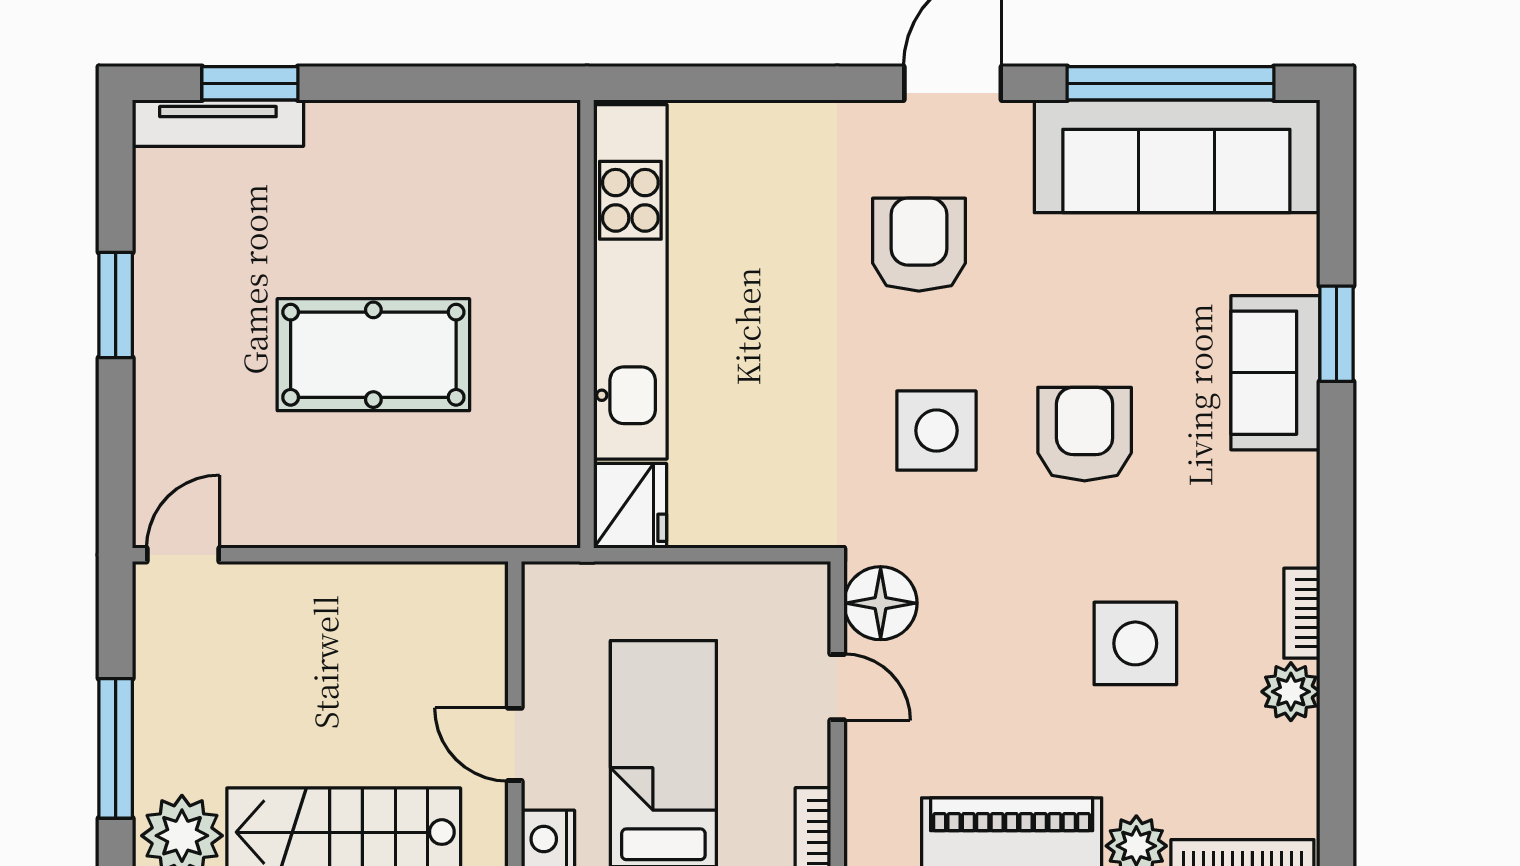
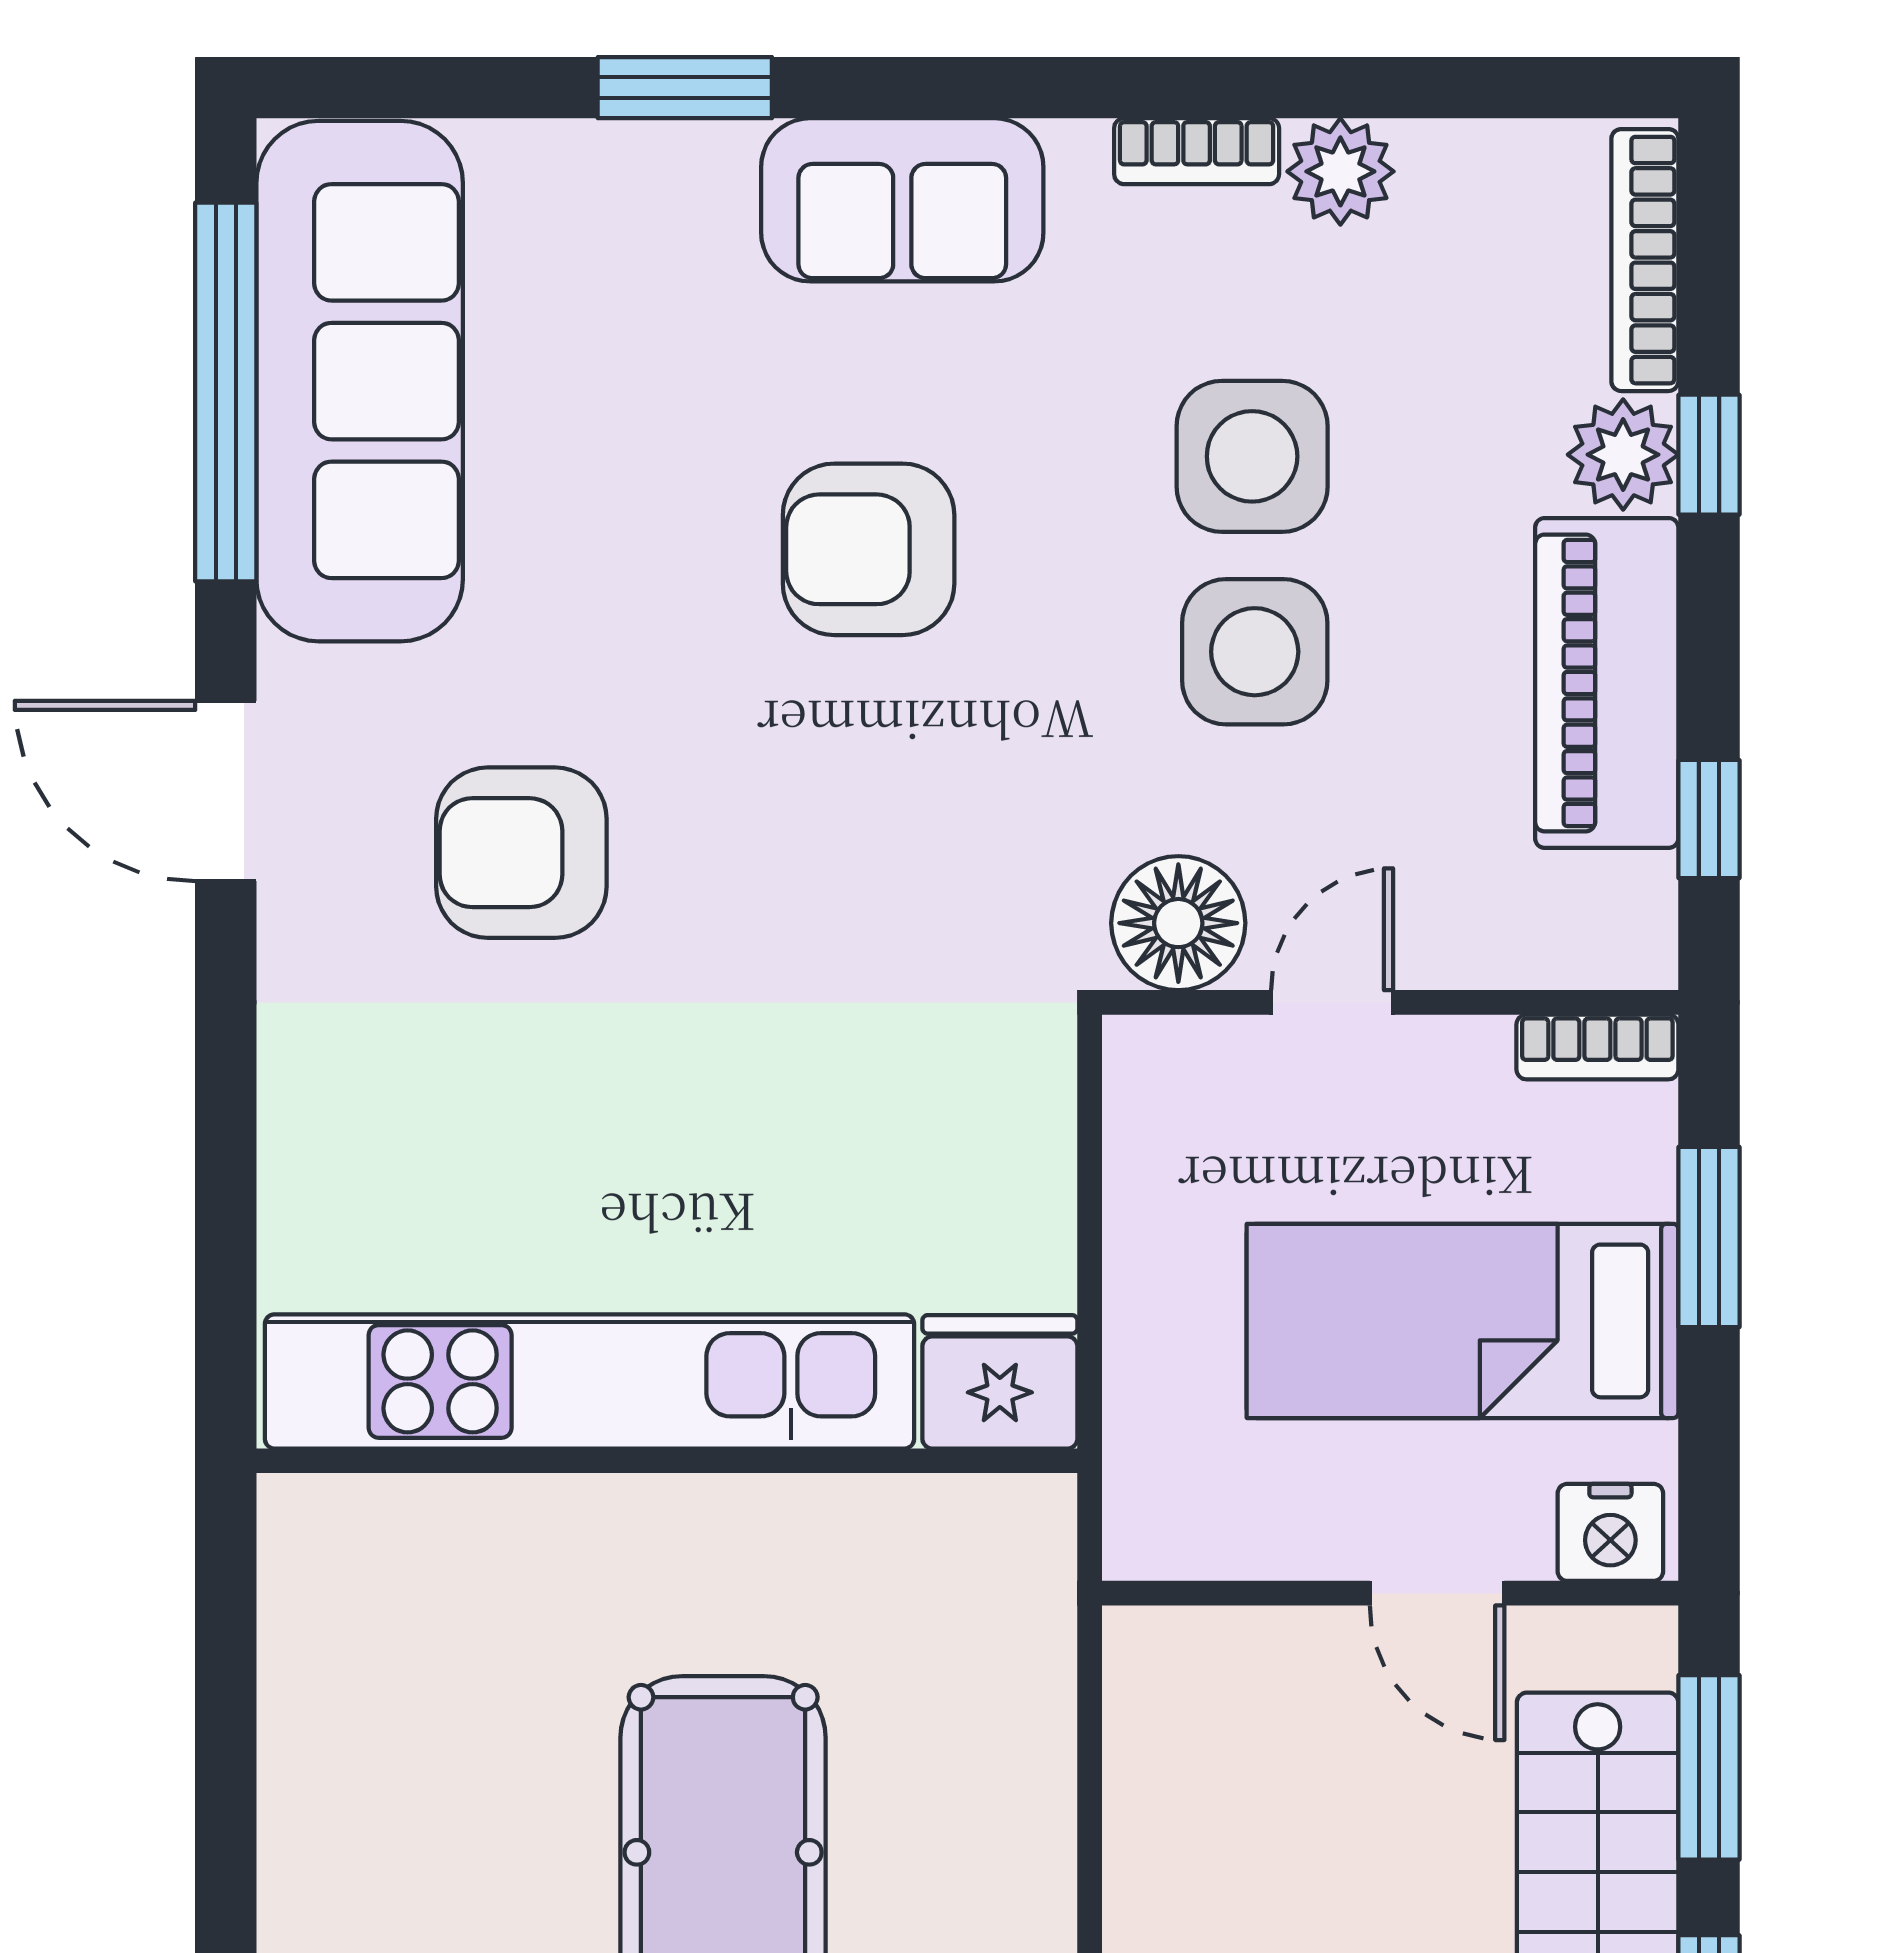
sofa: (1275, 373) -> (902, 200), moved
side table: (936, 431) -> (1255, 652), moved
door: (515, 744) -> (1437, 1593), hinge flipped

